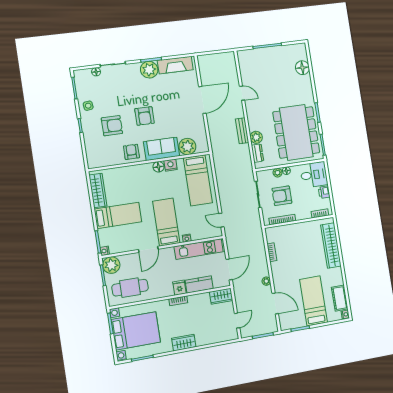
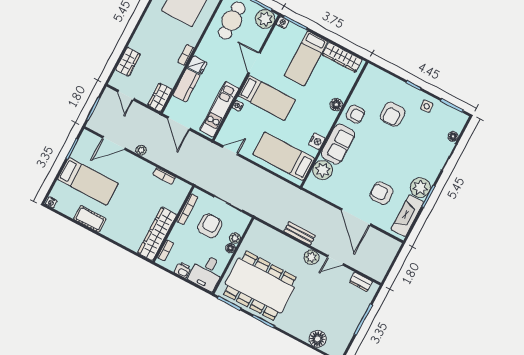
armchair: (144, 116) -> (381, 193), moved
plant: (256, 137) -> (311, 257), moved
dresser: (258, 153) -> (361, 282), moved
floor lamp: (158, 167) -> (336, 105), moved
wardrobe: (331, 245) -> (157, 234), moved, turned -90
cot: (340, 298) -> (90, 219), moved
wardrobe: (184, 343) -> (128, 62), moved

